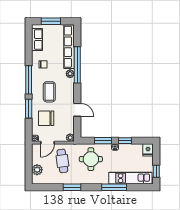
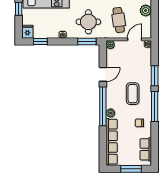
window: (77, 65) -> (103, 106), moved
door: (77, 110) -> (103, 74), swing flipped
chair: (46, 118) -> (136, 65), removed
window: (103, 141) -> (87, 41), moved
window: (125, 141) -> (40, 41), moved

